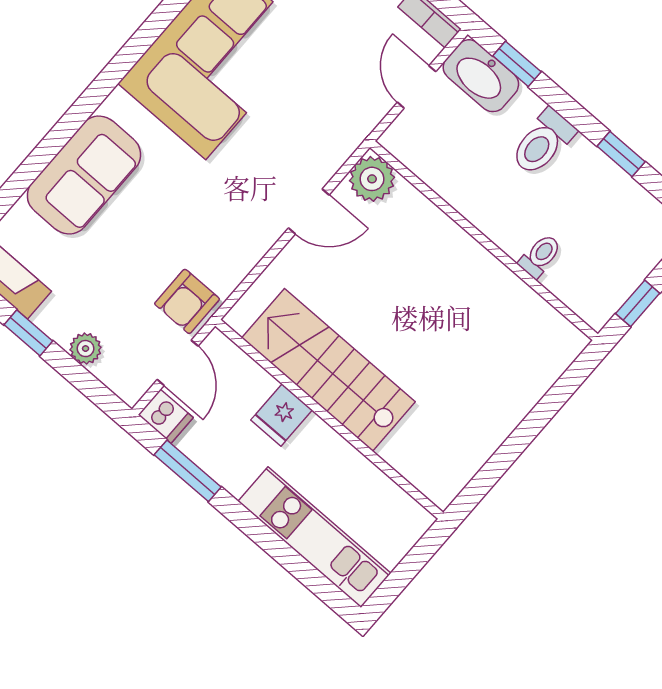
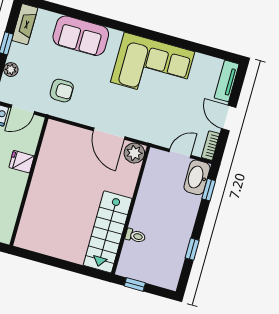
toilet: (543, 142) -> (182, 215), removed
door: (309, 211) -> (109, 134), width x1.38
armchair: (187, 301) -> (62, 91), moved, turned 180
stairs: (328, 370) -> (108, 232), moved, turned 180

